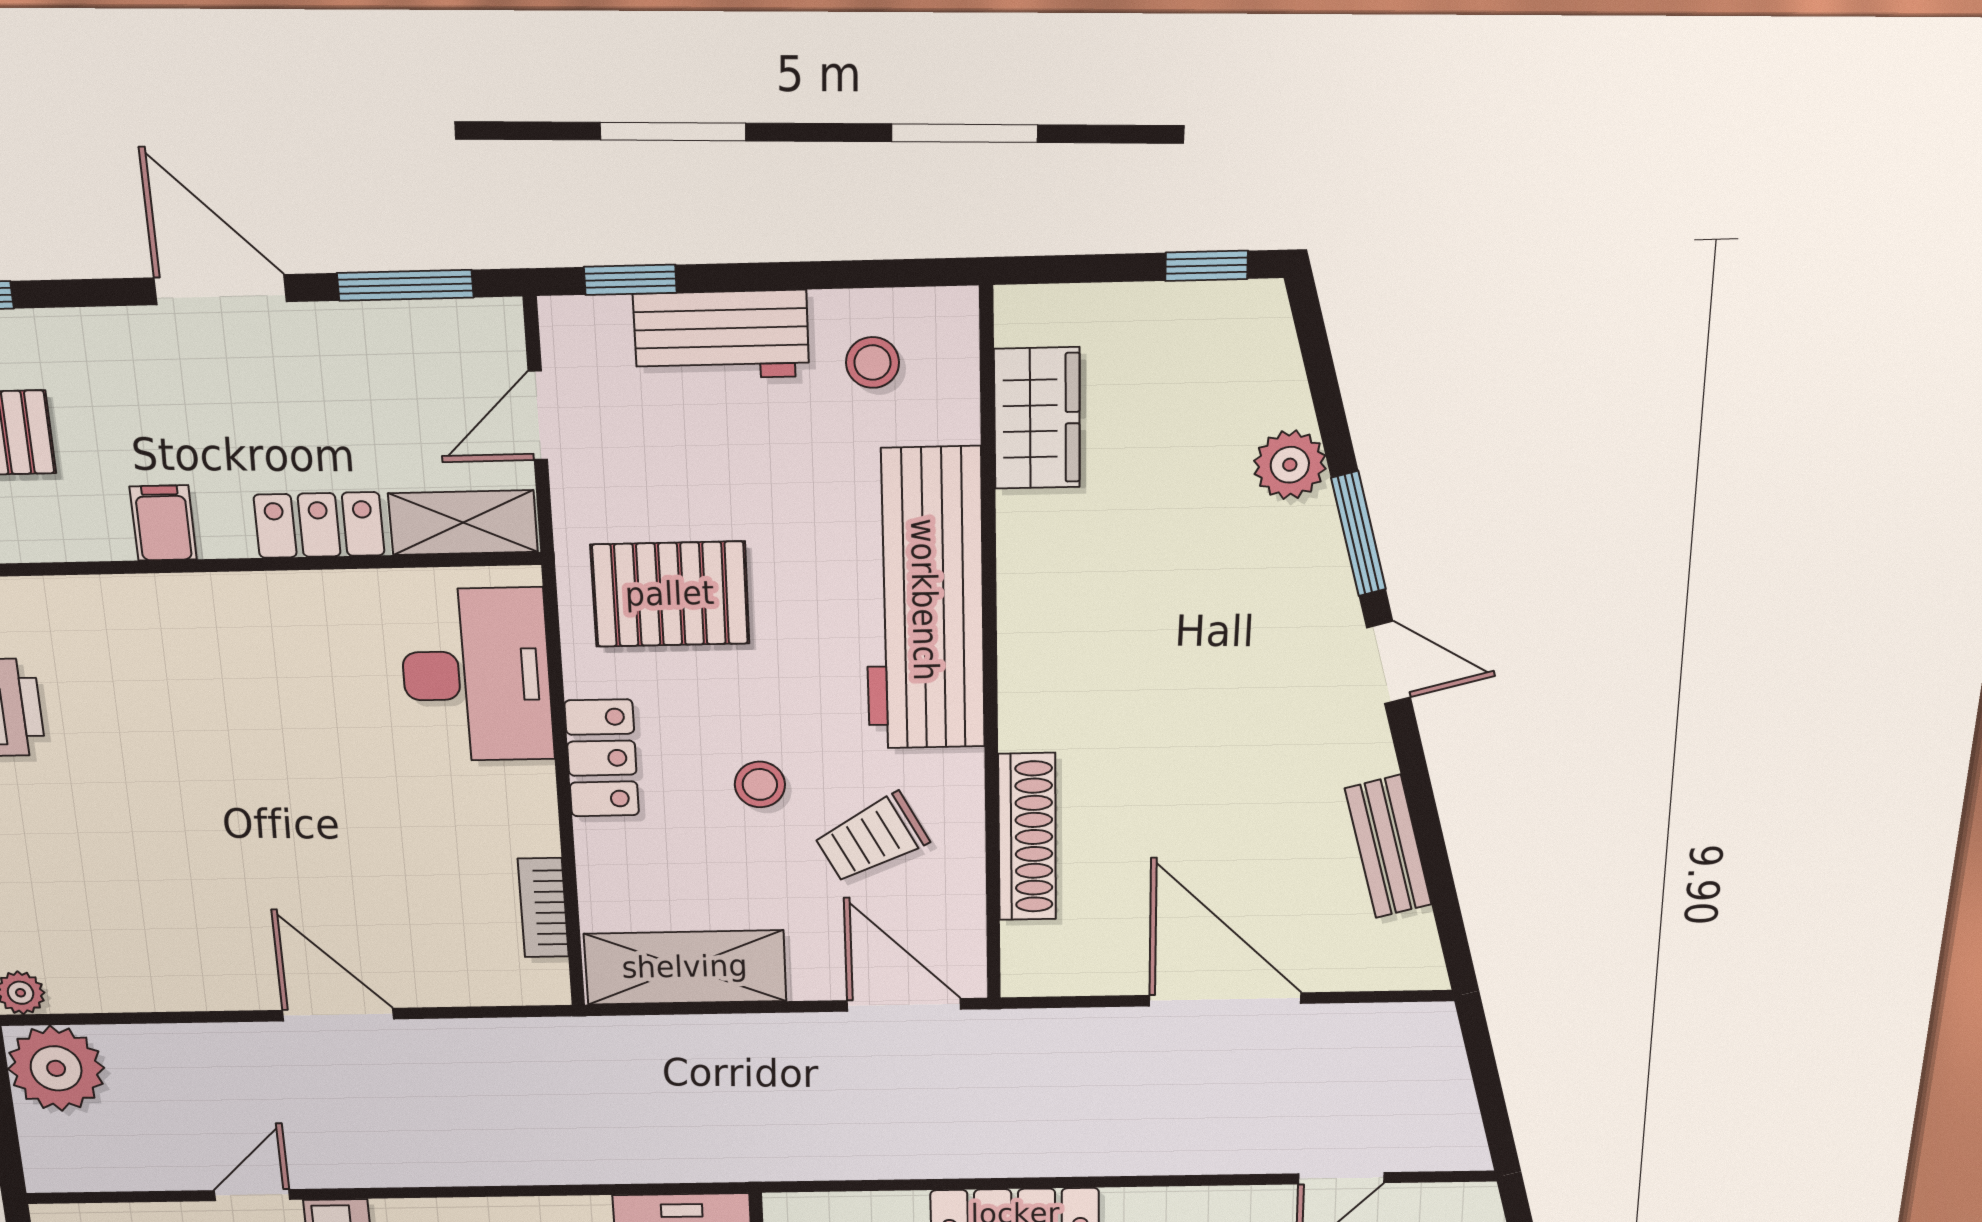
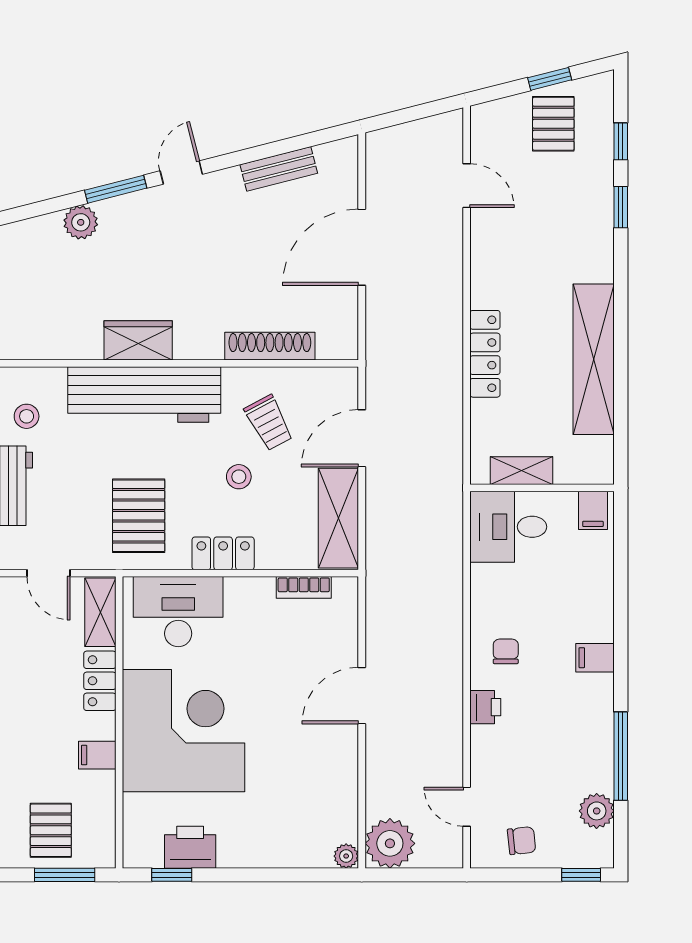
wardrobe: (1037, 418) -> (138, 340), moved
corner desk: (233, 690) -> (183, 731), added
door: (904, 1005) -> (362, 438), moved
door: (252, 1195) -> (467, 807), moved

